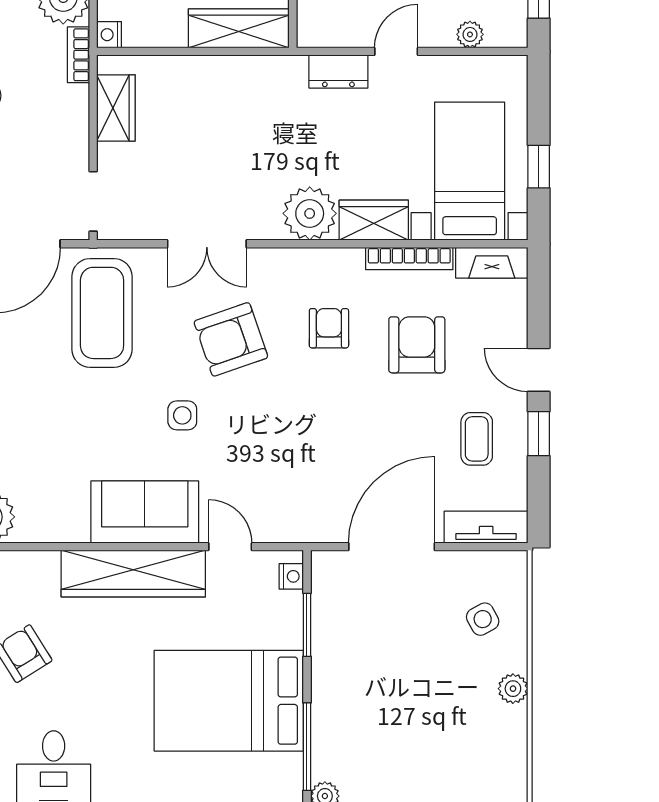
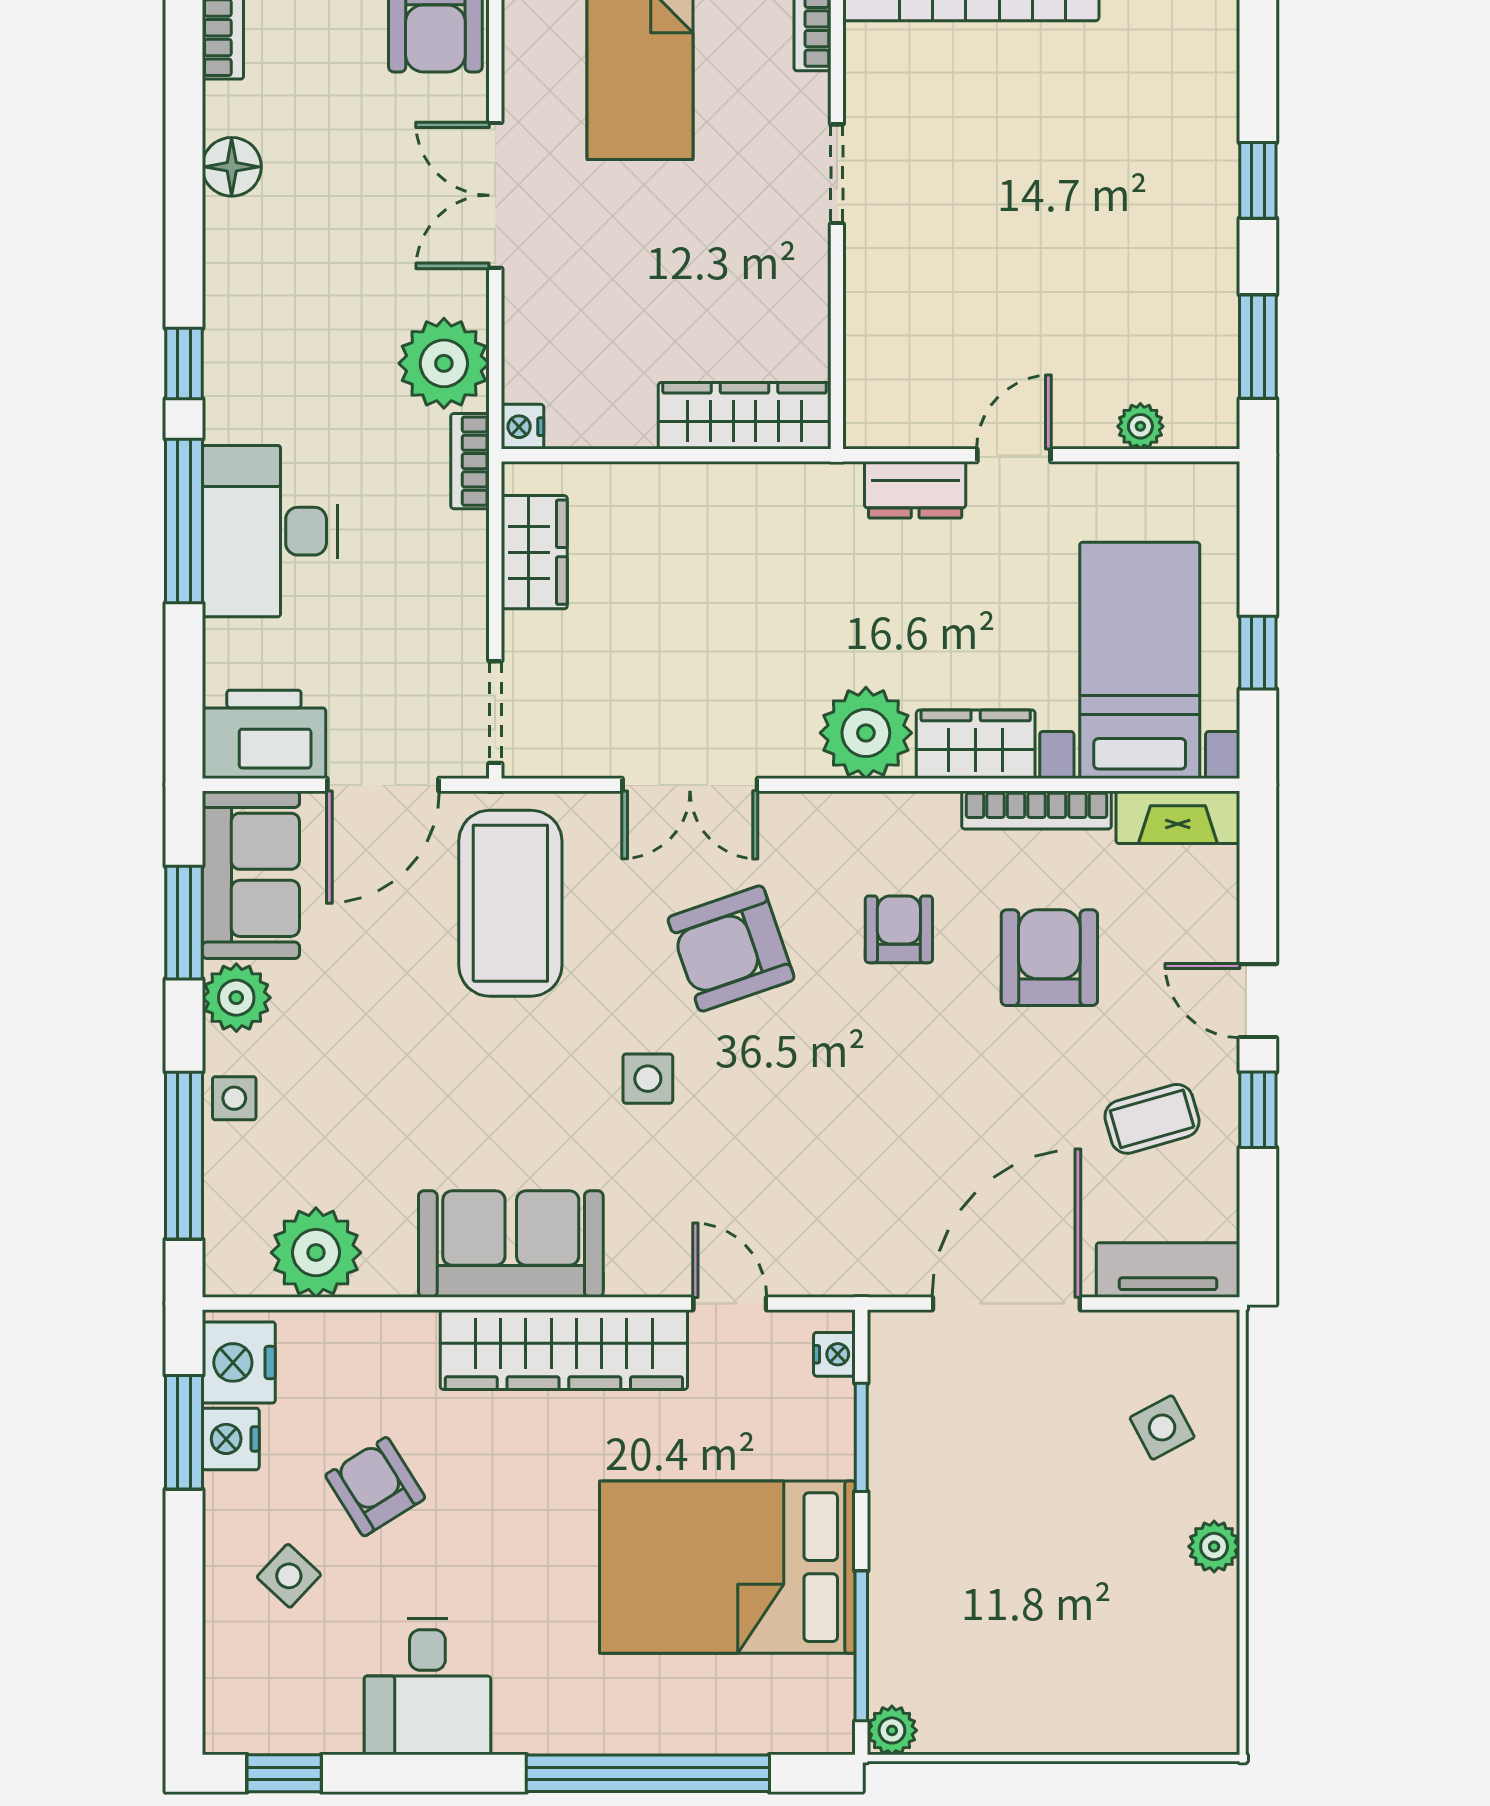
coffee table: (477, 439) -> (1152, 1119), turned 74
sofa: (145, 512) -> (511, 1244), moved

